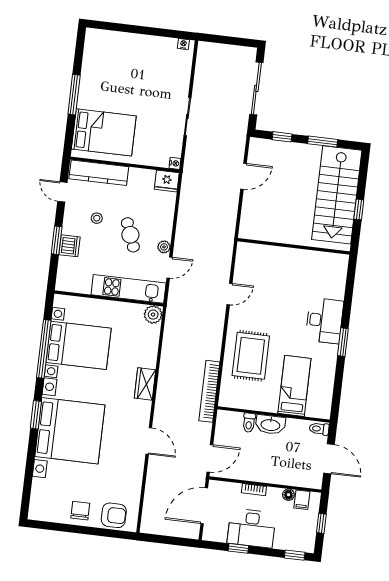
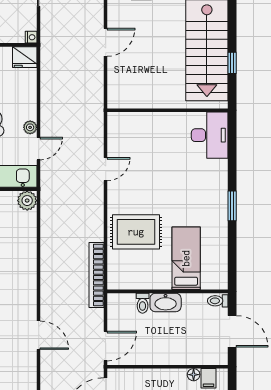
desk: (324, 321) -> (210, 135), moved
rug: (251, 356) -> (136, 232), turned 90
wardrobe: (145, 384) -> (27, 275), removed
bookcase: (254, 490) -> (156, 374), removed

